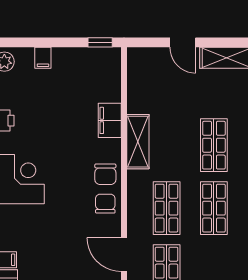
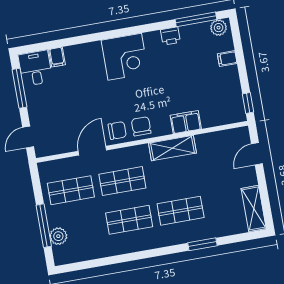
door: (183, 42) -> (257, 154), moved
chair: (105, 174) -> (141, 126), turned 90
door: (124, 255) -> (92, 151), moved

